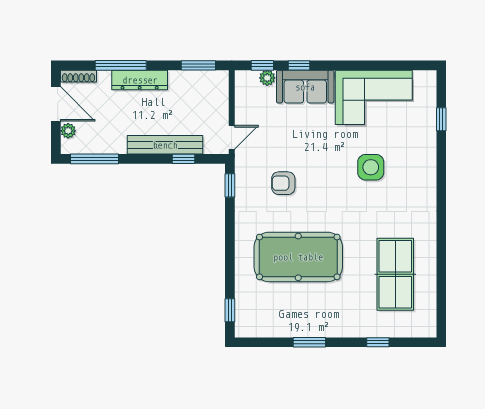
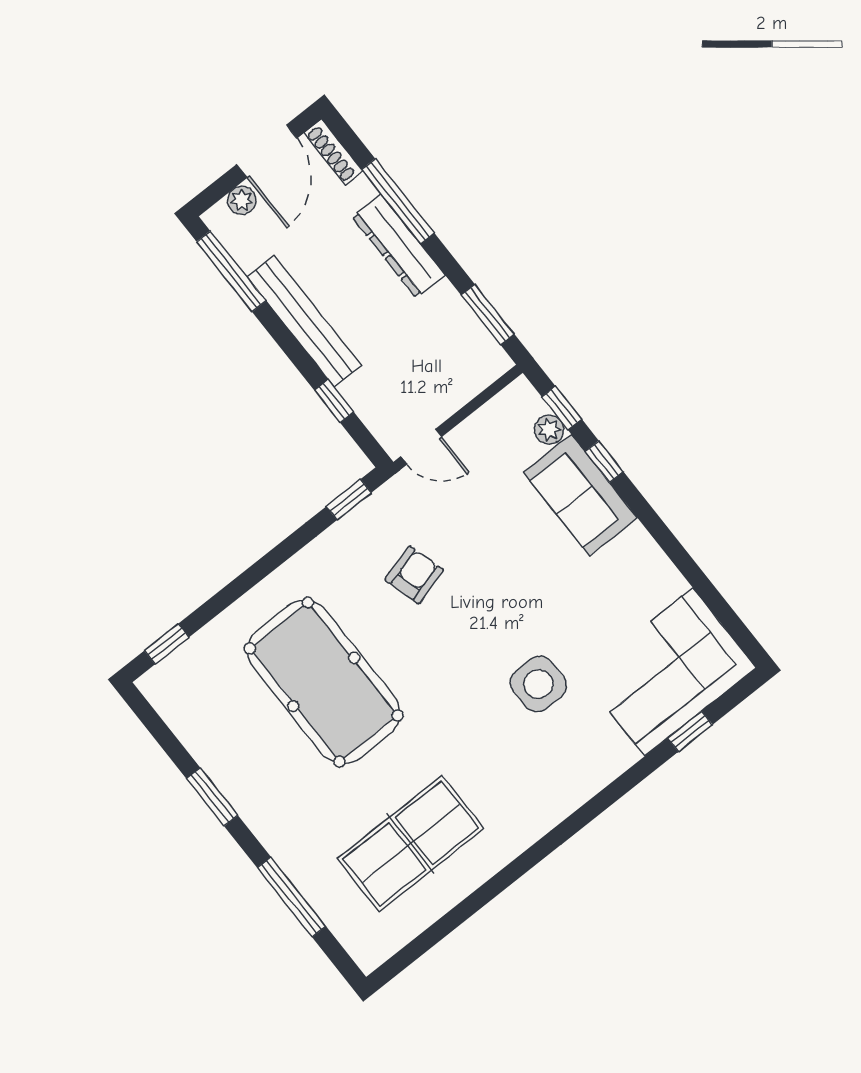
corner sofa: (374, 97) -> (669, 672), moved, turned 90
bench: (165, 145) -> (304, 321), moved
armchair: (283, 183) -> (414, 575), turned 74
window: (378, 342) -> (291, 897), width x2.17

